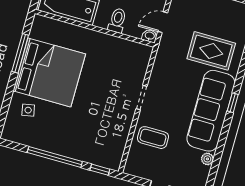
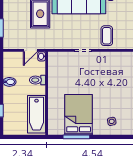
door: (163, 22) -> (30, 50), hinge flipped
bed: (49, 72) -> (79, 115), width x0.73

